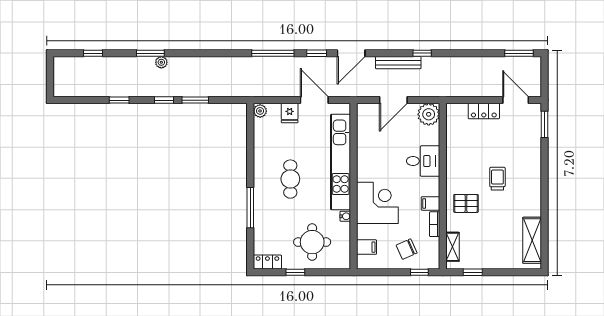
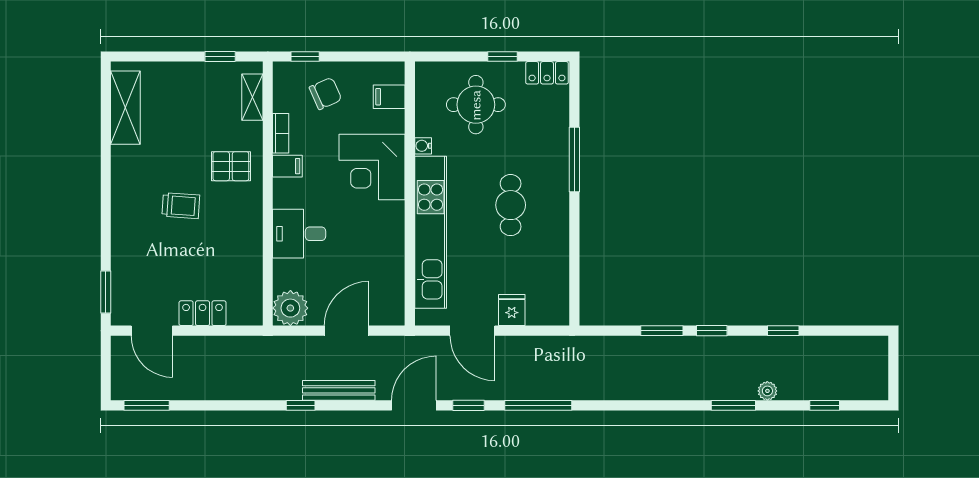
plant: (161, 62) -> (767, 391), moved
plant: (260, 111) -> (559, 313), removed
trolley: (497, 179) -> (181, 206), turned -86

